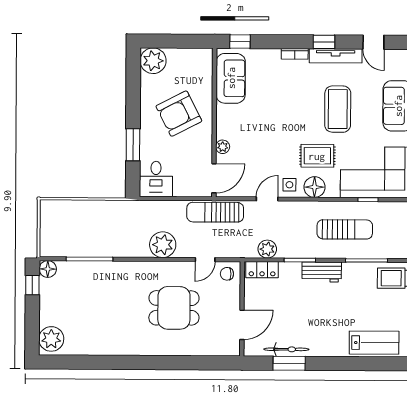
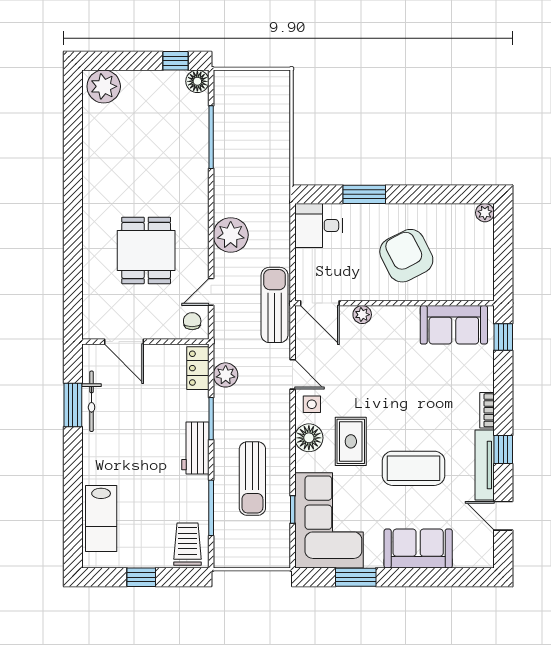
door: (373, 42) -> (503, 516), hinge flipped
plant: (153, 61) -> (485, 213), width x0.53, depth x0.53
door: (205, 260) -> (211, 292), hinge flipped

